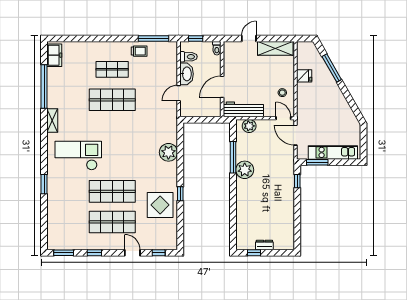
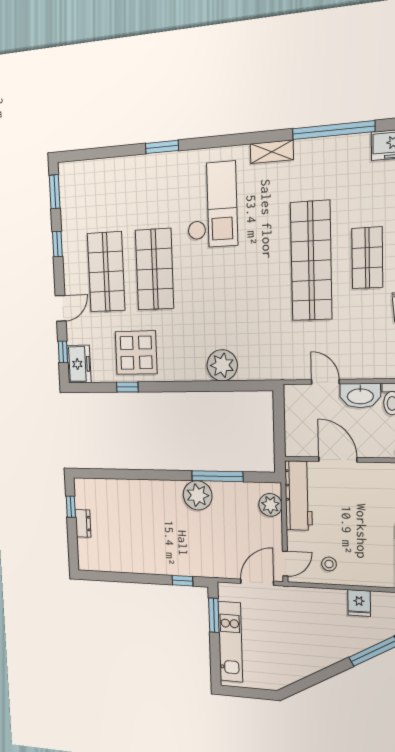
shop shelf: (112, 100) -> (311, 261), width x1.40
window: (180, 194) -> (127, 387), moved
freezer: (166, 242) -> (79, 364), added

